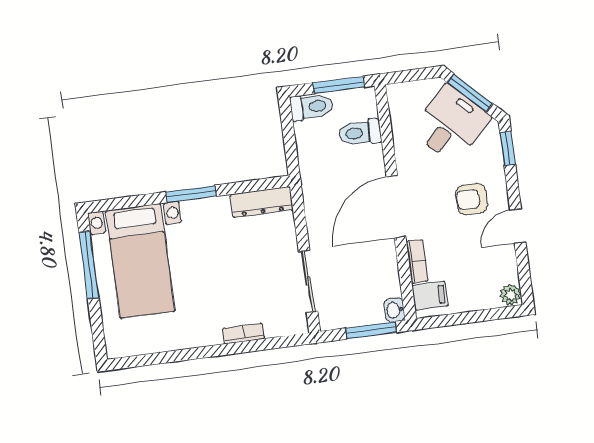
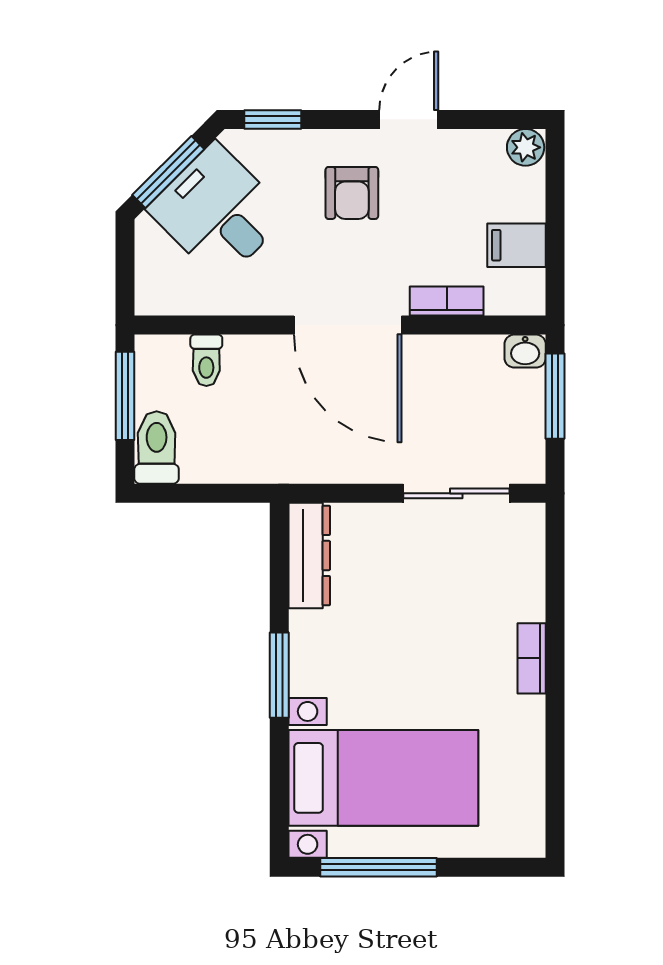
toilet: (360, 133) -> (206, 360), width x0.73, depth x0.72
door: (518, 226) -> (409, 119), swing flipped
filing cabinet: (430, 296) -> (517, 245), moved, turned -90
bookcase: (243, 333) -> (532, 658), moved

